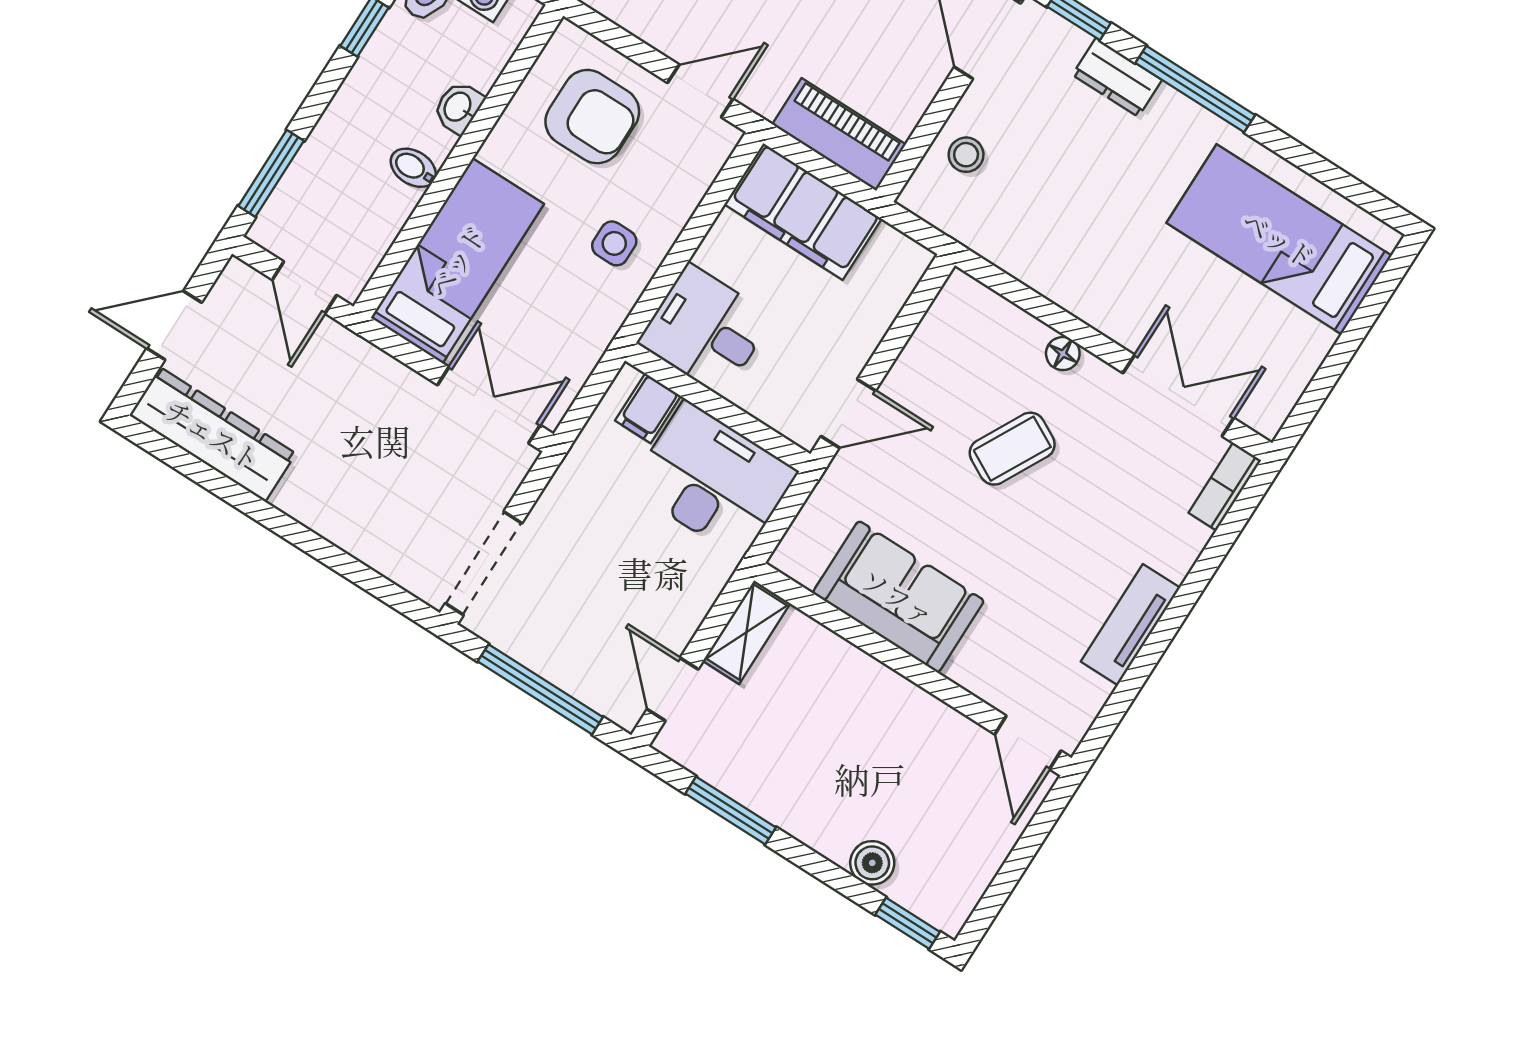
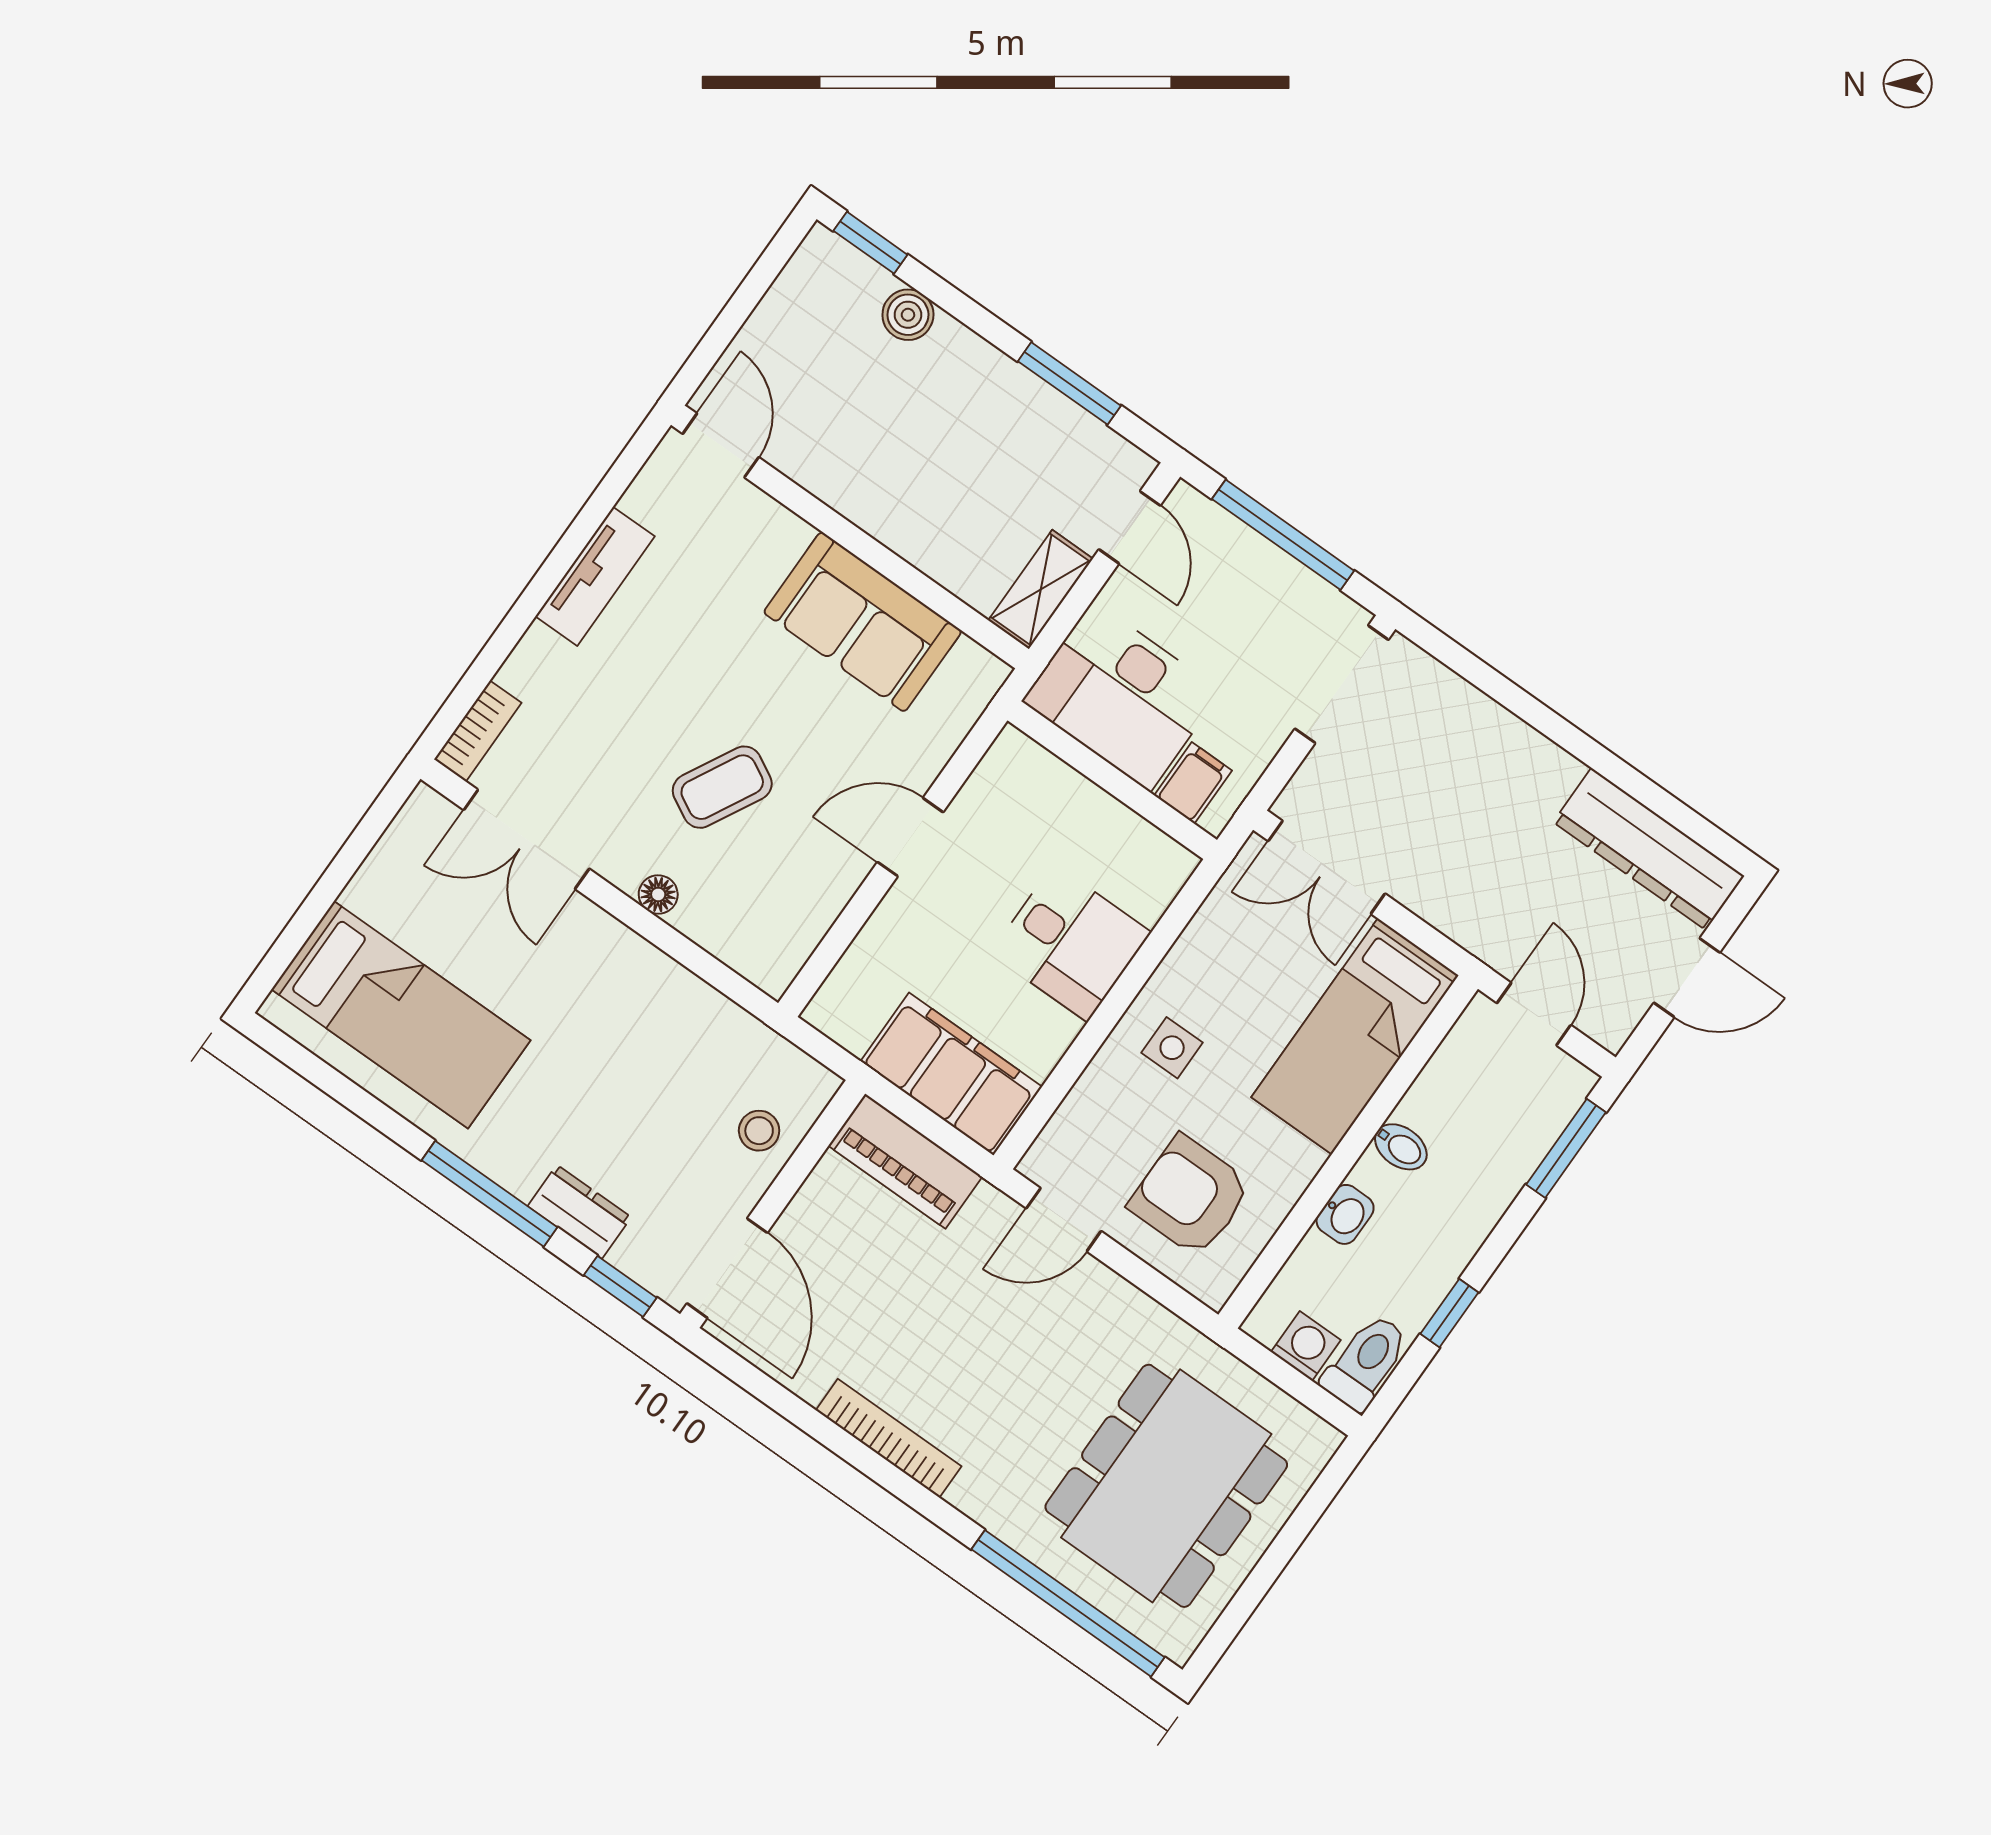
wall: (718, 407) -> (1112, 780), moved
filing cabinet: (648, 408) -> (1193, 783), moved
desk: (713, 480) -> (1122, 696), moved

